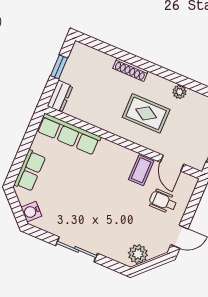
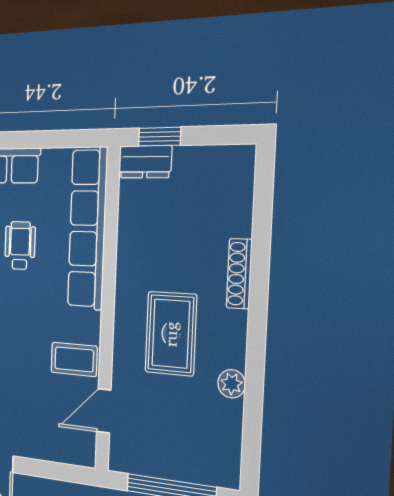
window: (59, 67) -> (159, 137), moved
row of seats: (69, 134) -> (87, 228), width x1.36
wheelchair: (163, 201) -> (20, 246), moved

